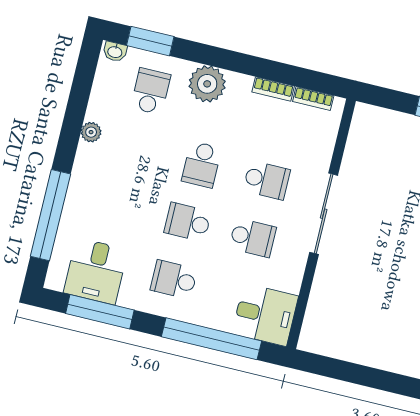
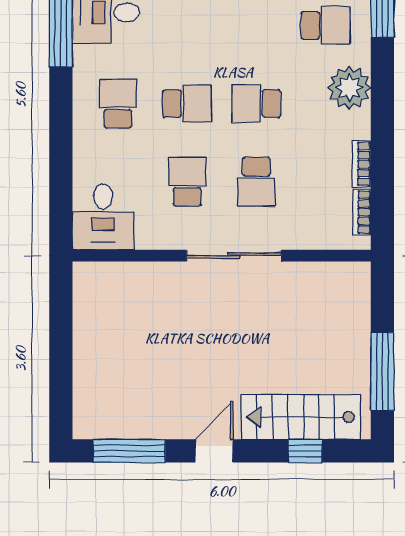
school desk: (188, 222) -> (187, 104), turned 90
school desk: (253, 238) -> (187, 182), turned 180
window: (212, 339) -> (61, 163), removed

